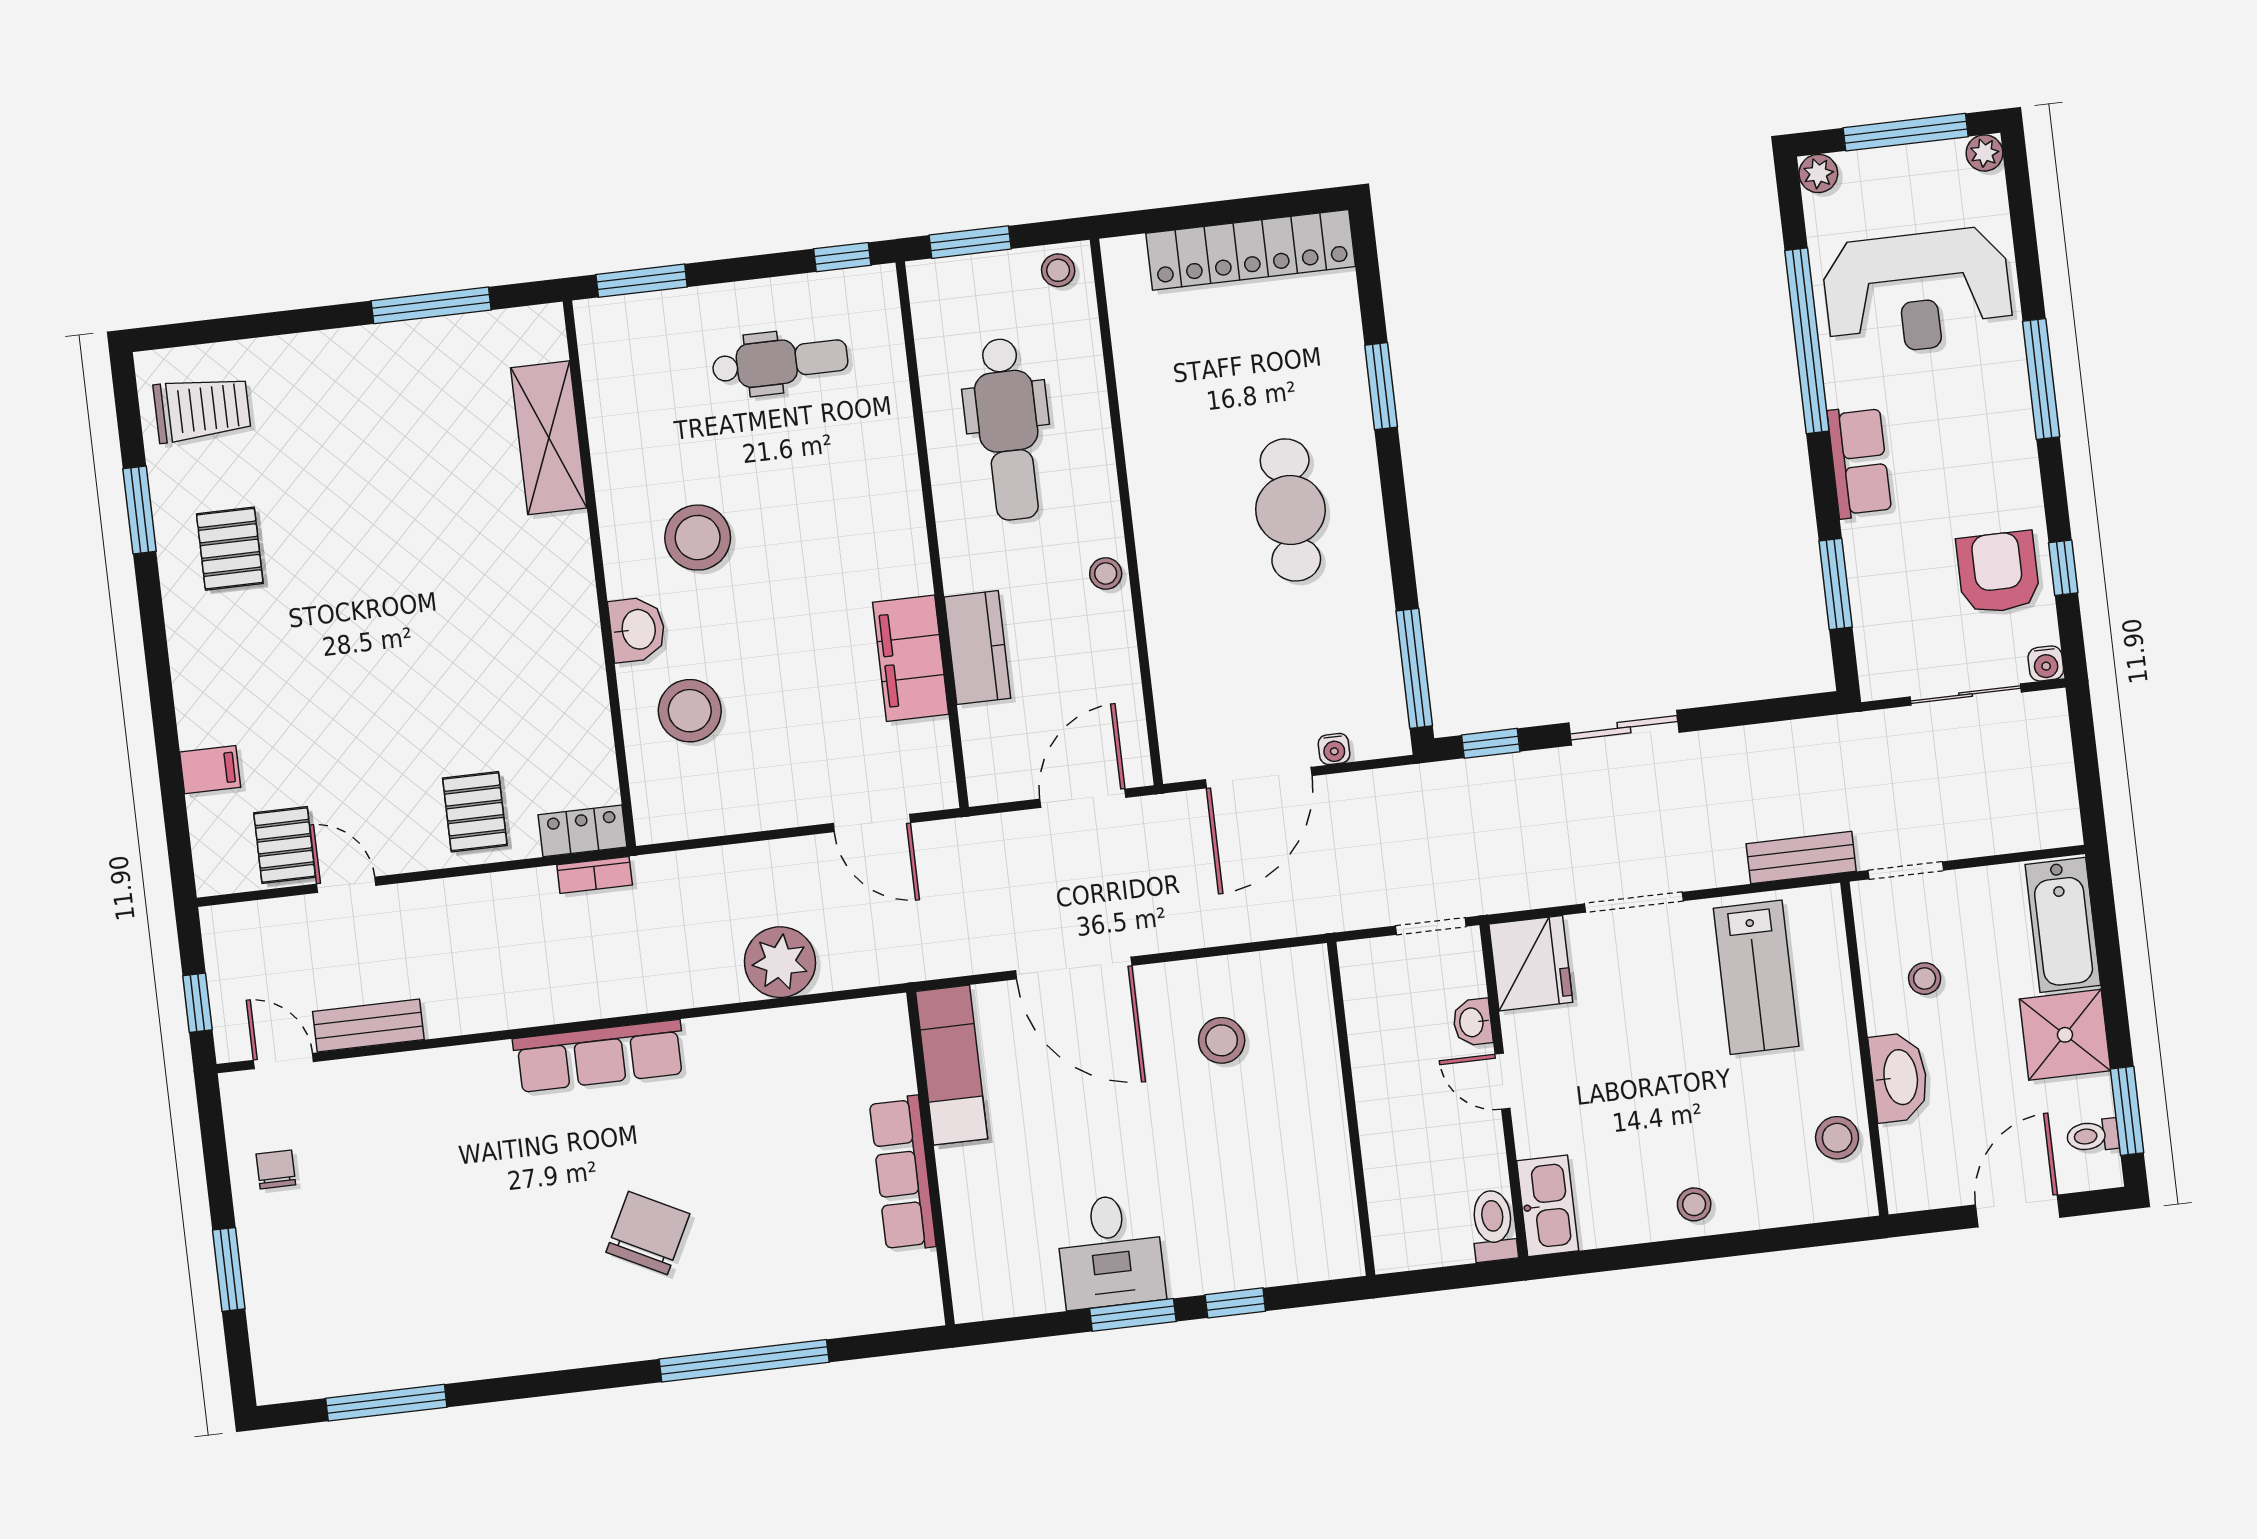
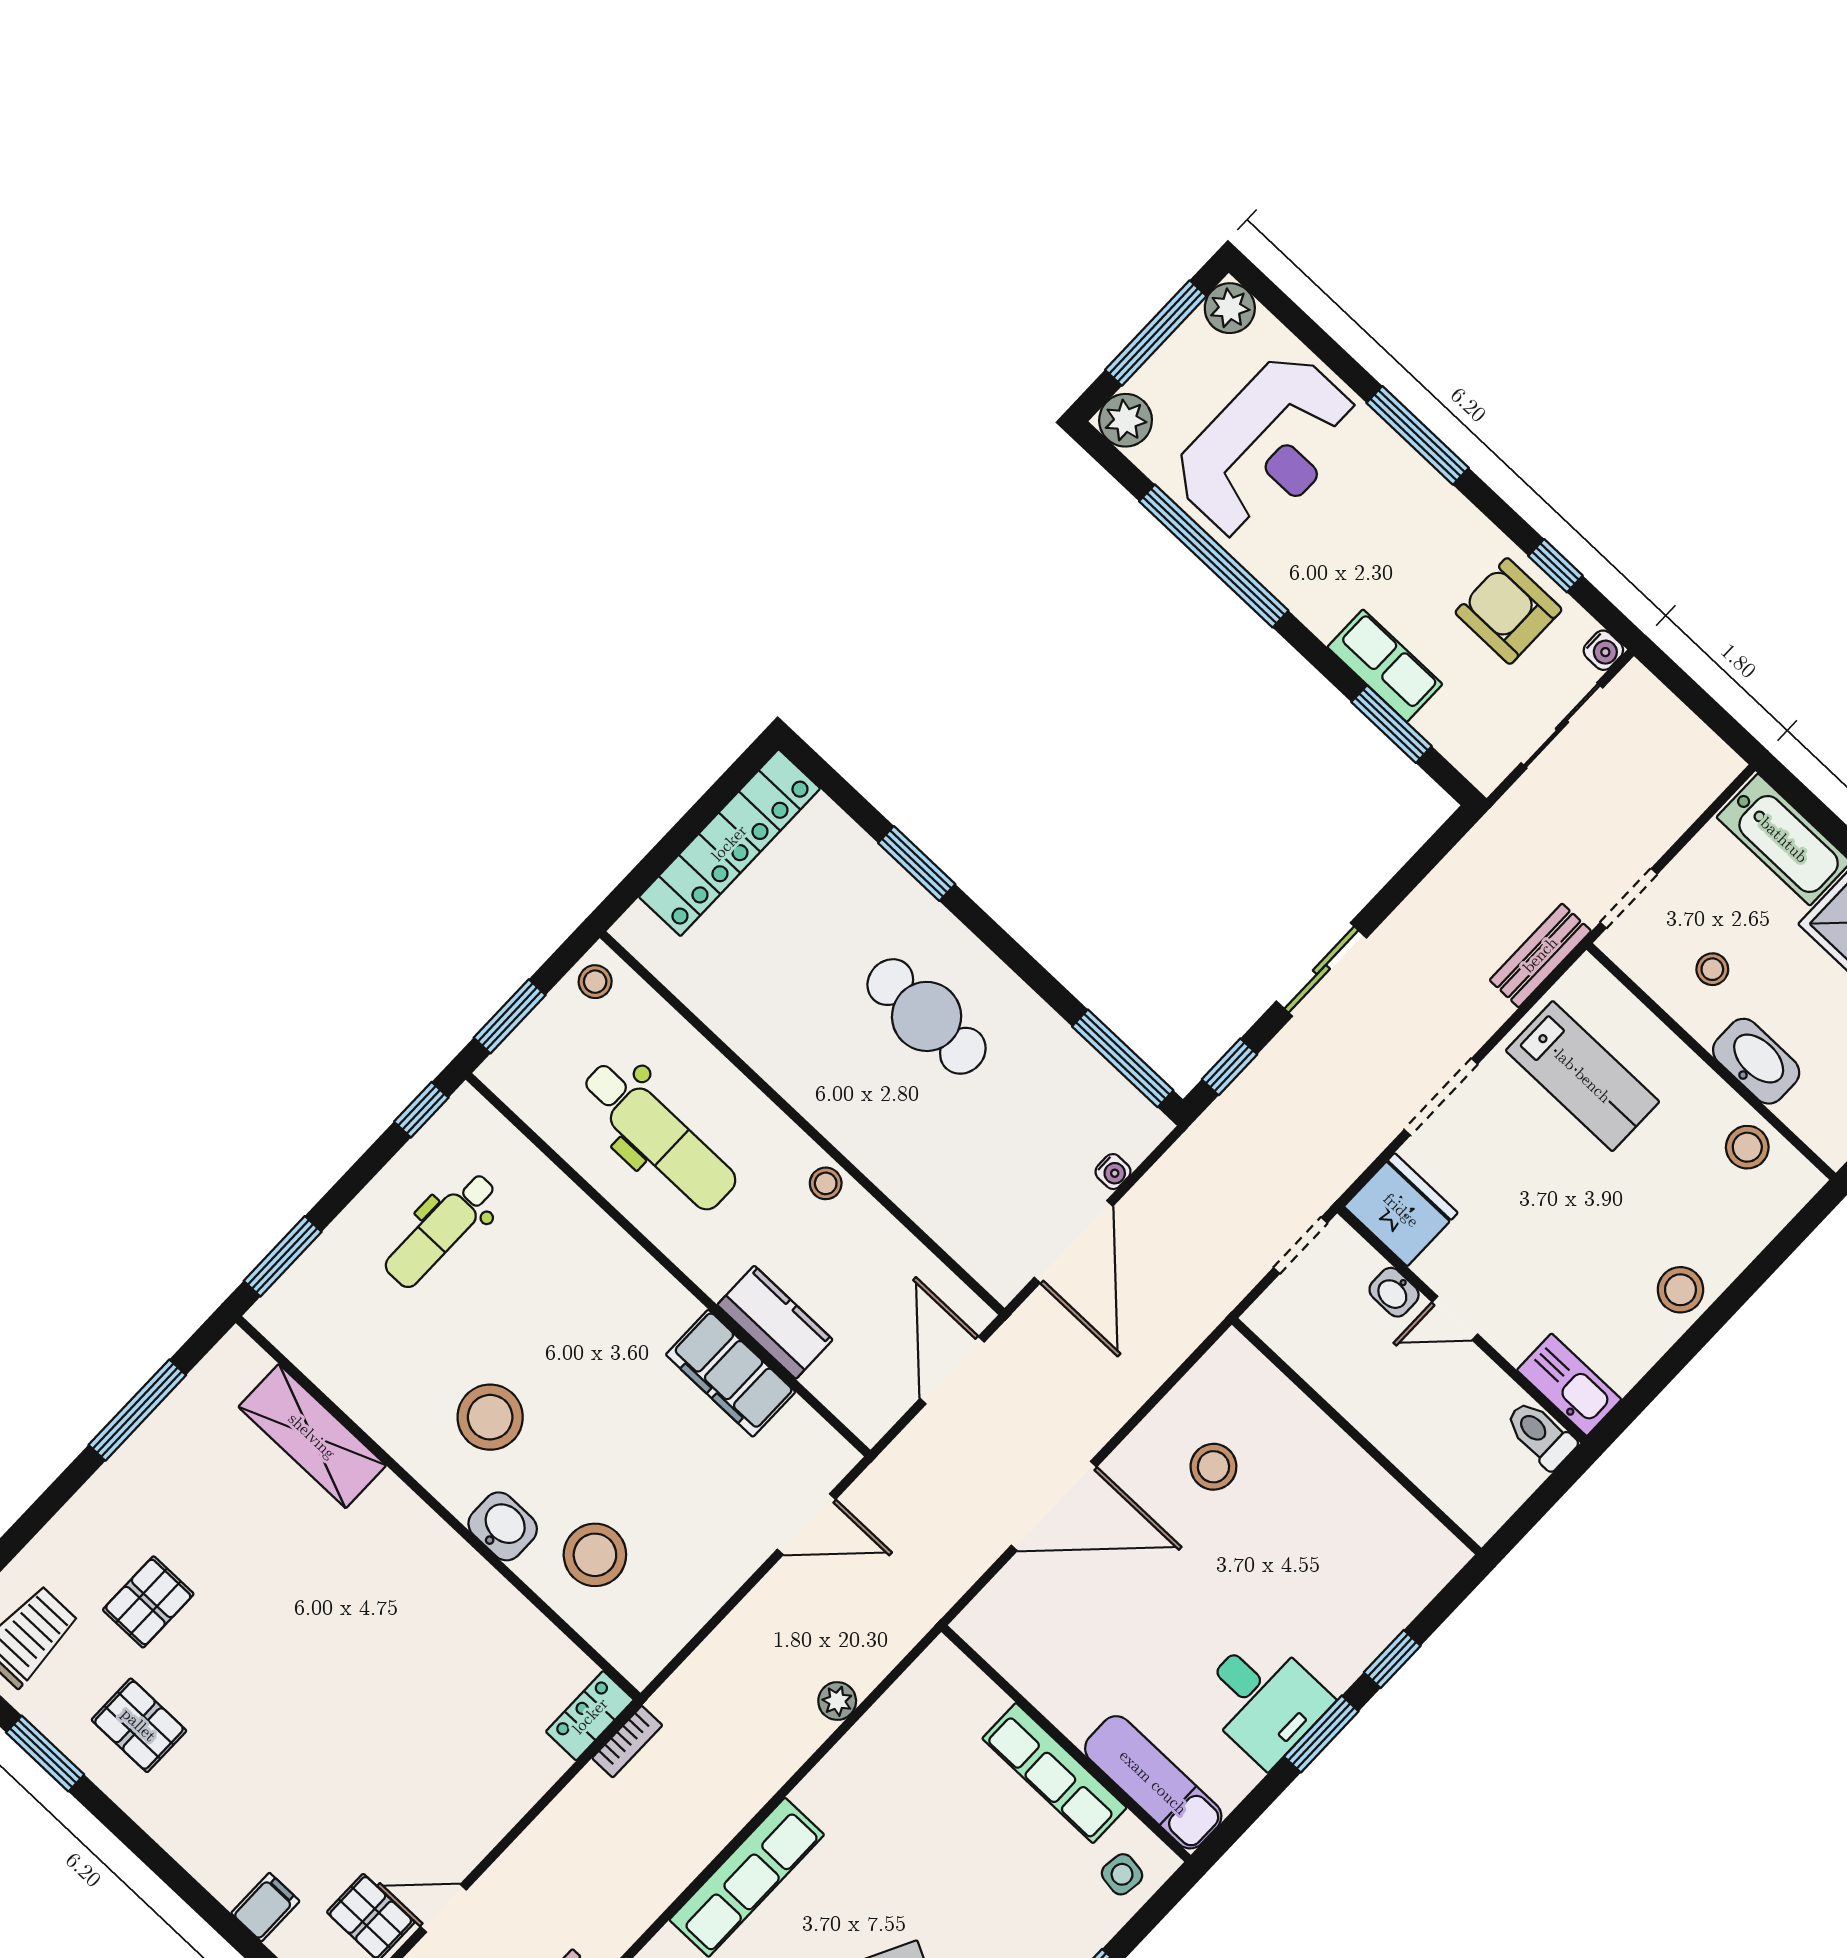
plant: (1984, 153) -> (1230, 308), width x1.38, depth x1.38
plant: (1818, 173) -> (1126, 420), width x1.38, depth x1.38
dental chair: (780, 362) -> (441, 1230), turned 180
row of seats: (1859, 462) -> (1385, 666), moved
pallet: (475, 812) -> (148, 1602), moved, turned 90
plant: (780, 962) -> (837, 1701), width x0.53, depth x0.53
exam couch: (952, 1065) -> (1153, 1782), moved
stool: (1694, 1204) -> (1680, 1290), width x1.37, depth x1.37
side table: (889, 1295) -> (1122, 1874), added

